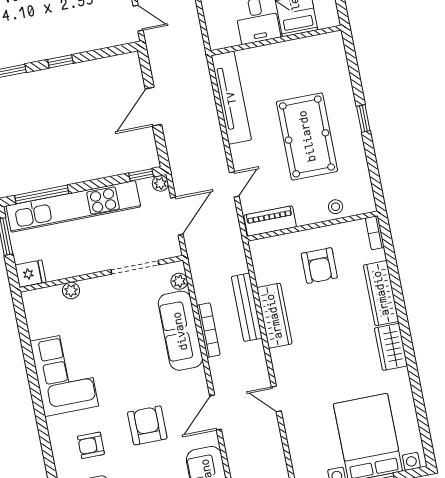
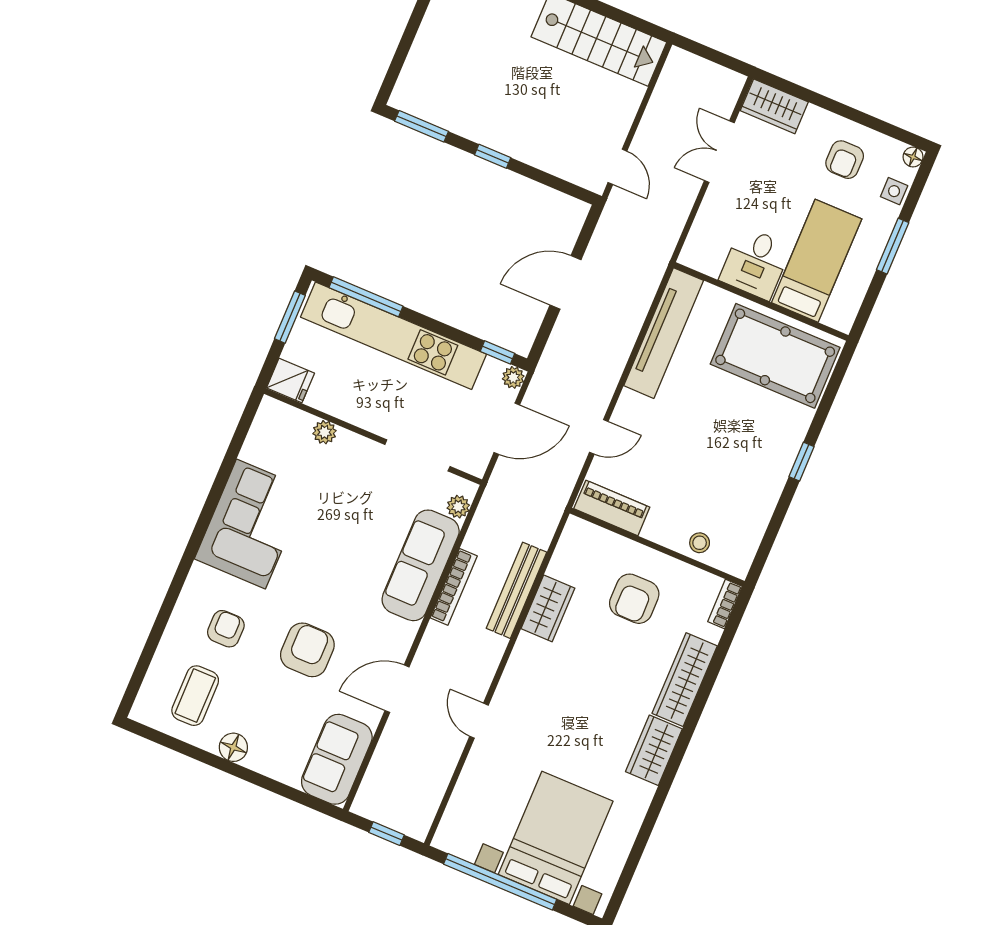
pool table: (307, 136) -> (775, 356), moved, turned 90
wardrobe: (274, 316) -> (548, 608), width x0.67
armchair: (91, 445) -> (226, 629), turned 90

